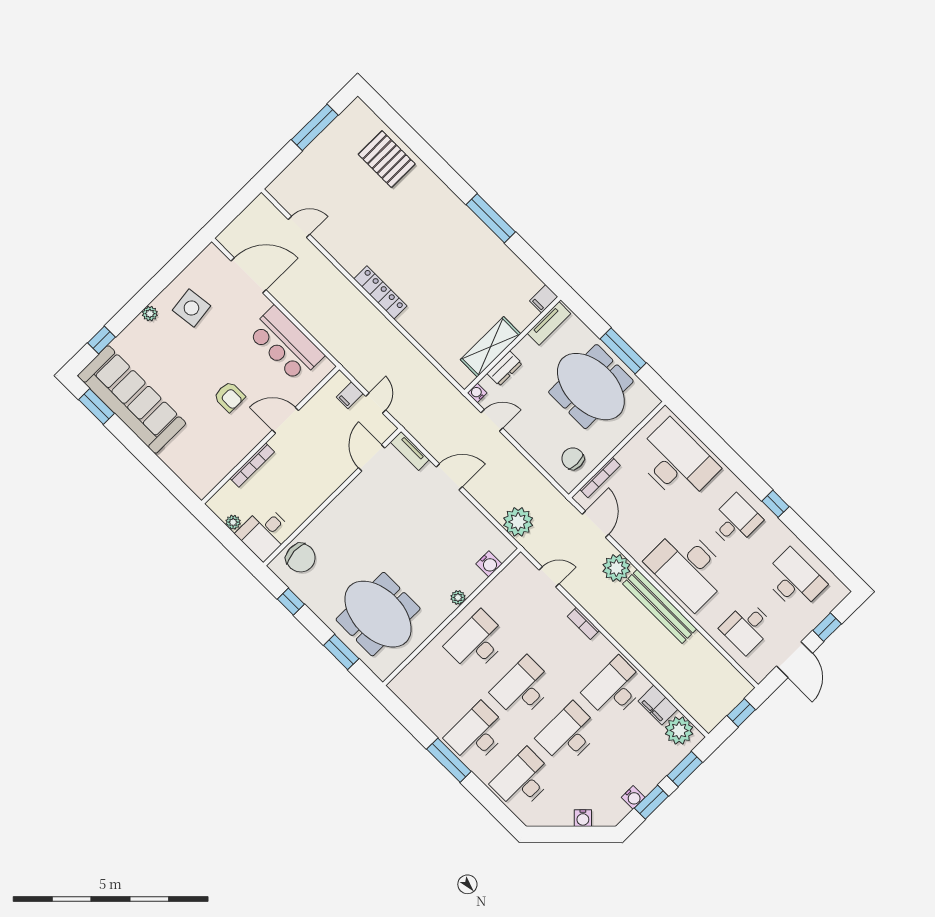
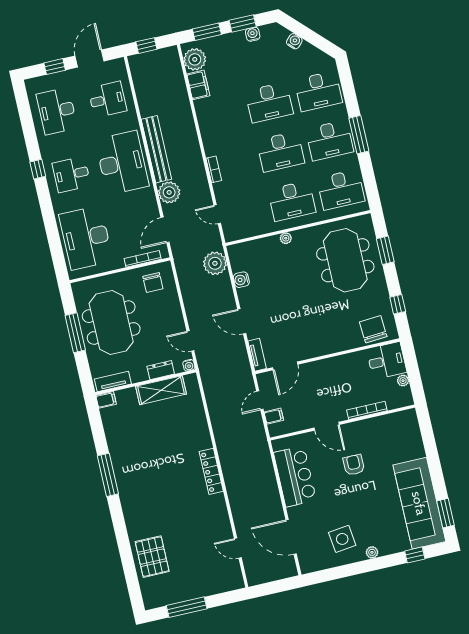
water cooler: (489, 564) -> (241, 280), moved, turned -90
desk: (615, 689) -> (341, 190), moved

